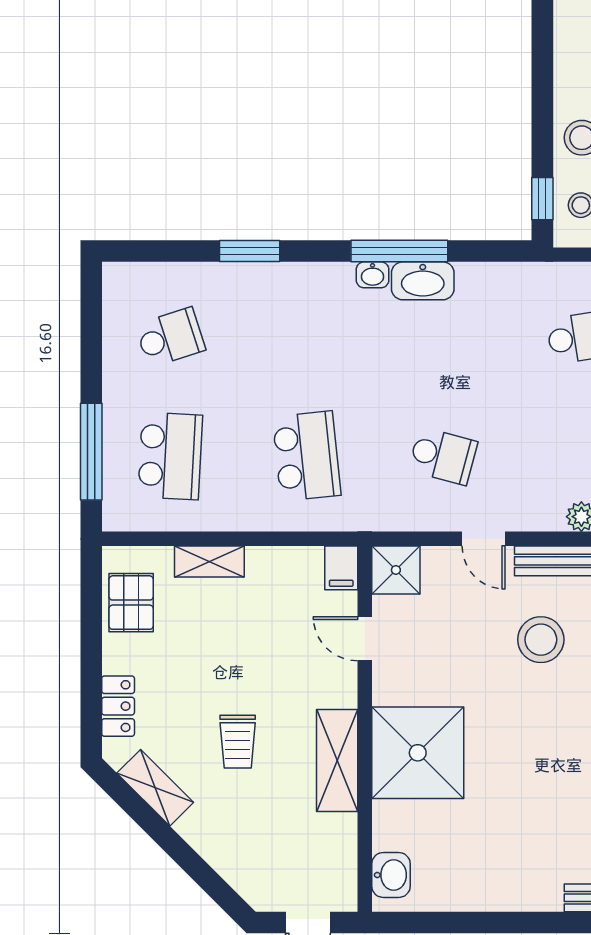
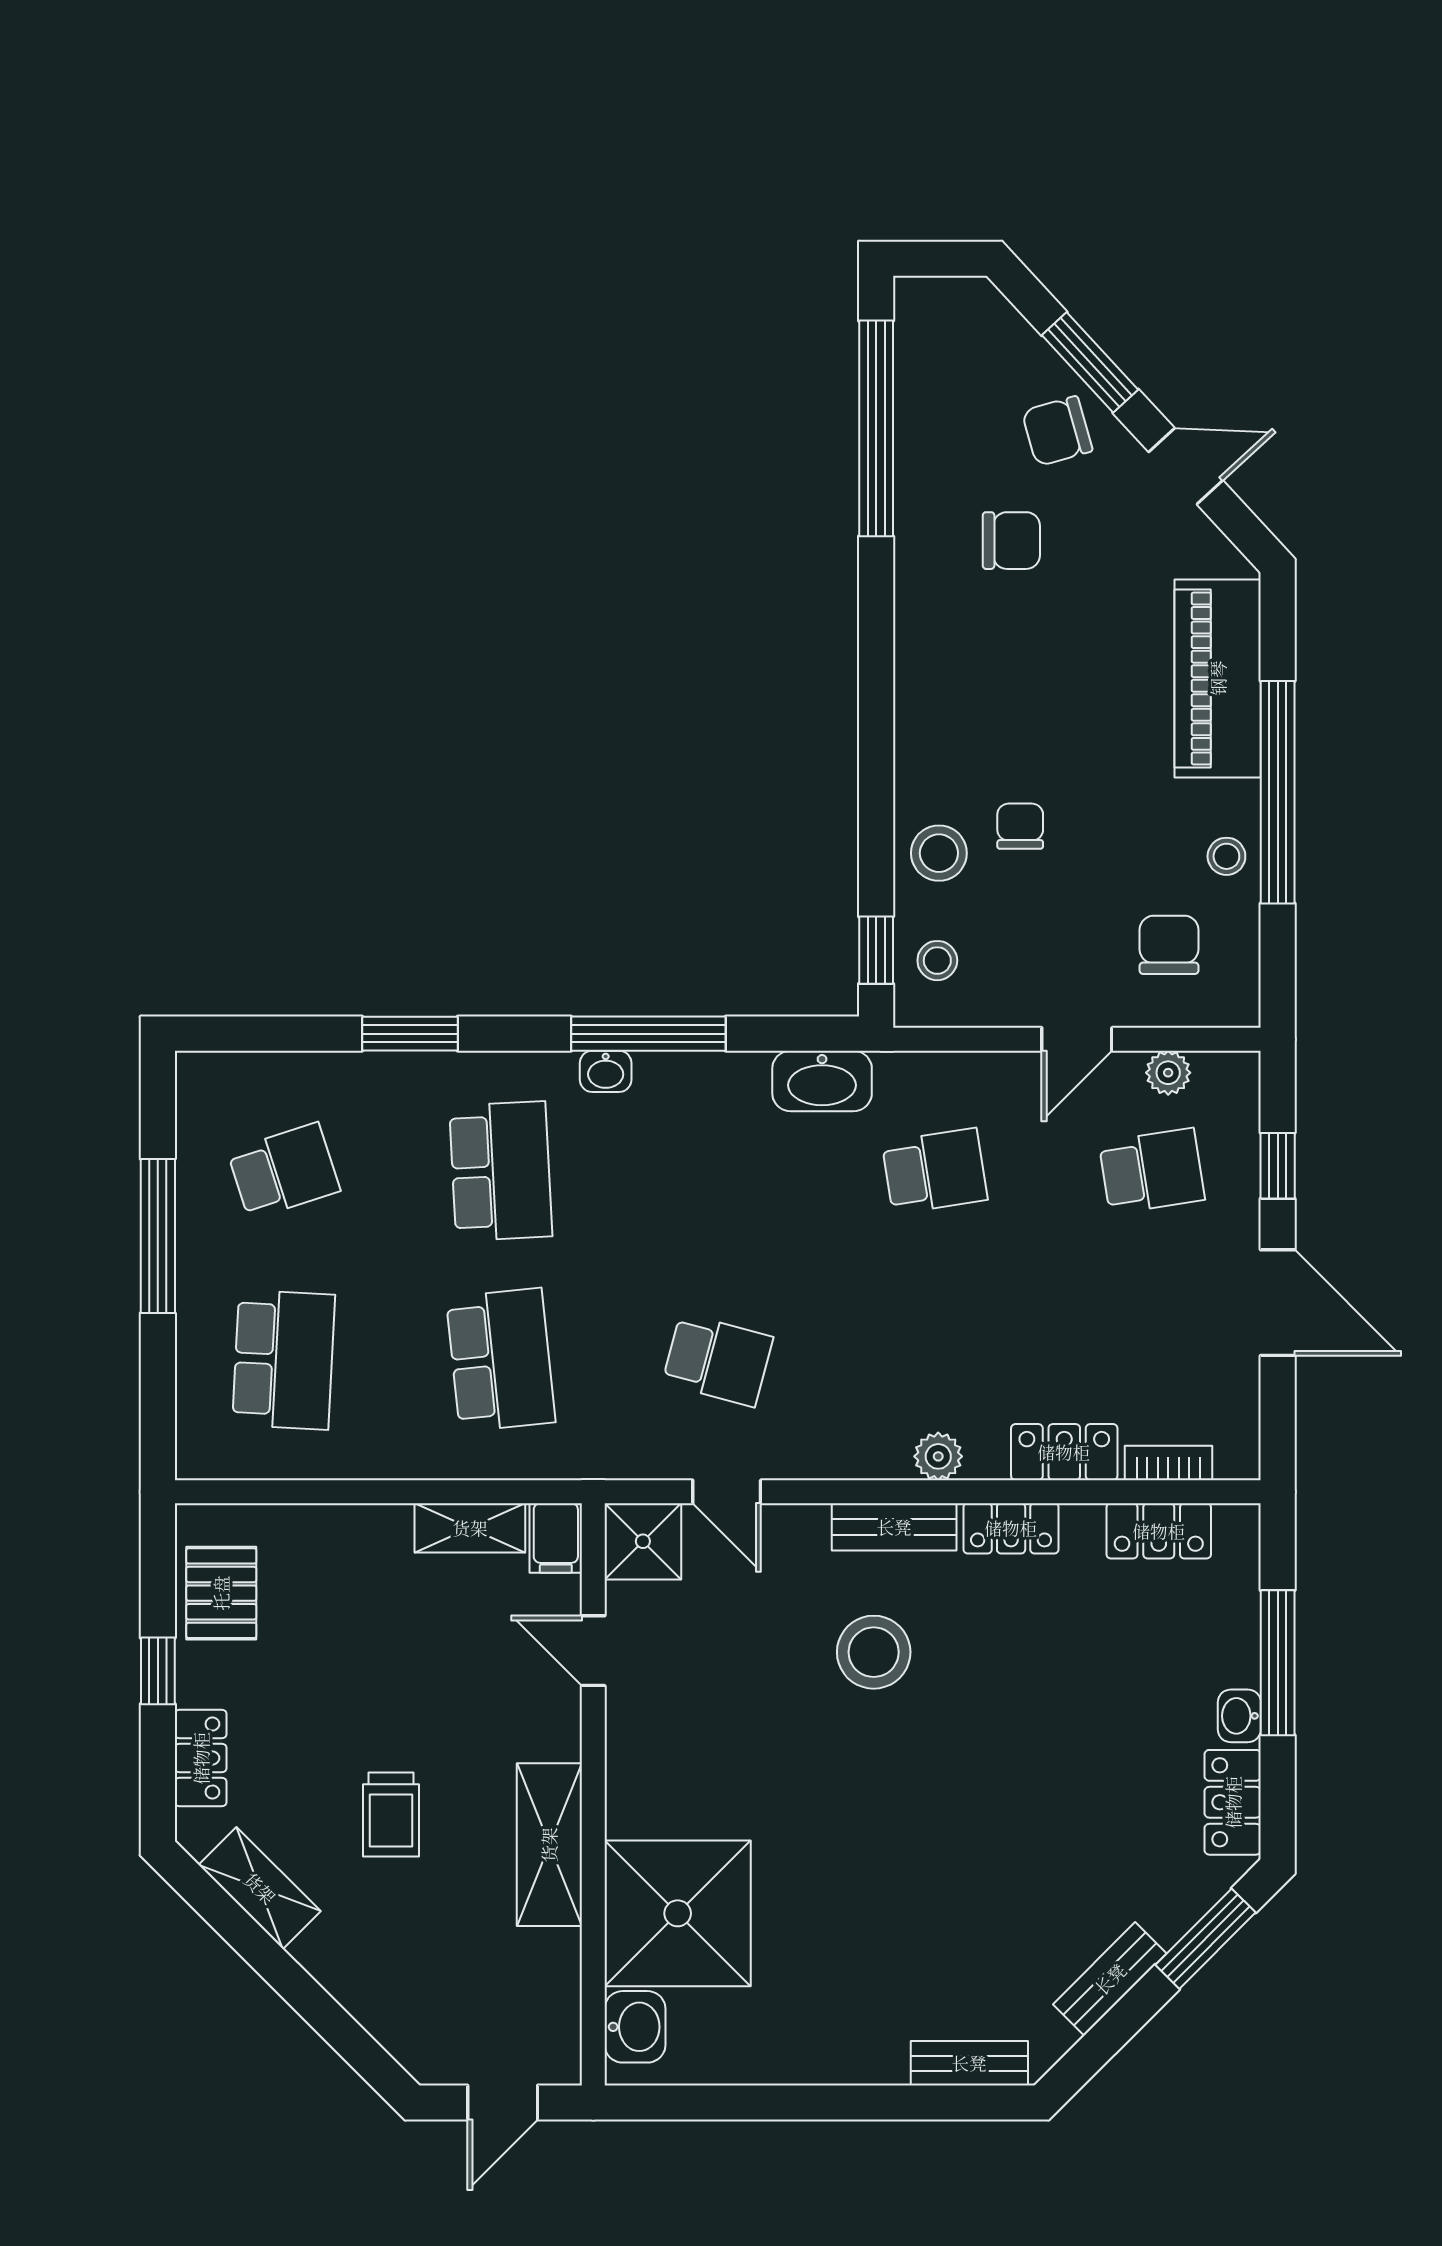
washbasin: (423, 281) -> (822, 1081), moved
school desk: (307, 337) -> (501, 1171), added
window: (91, 452) -> (158, 1236), moved
door: (484, 539) -> (727, 1492), moved
shelving: (209, 562) -> (470, 1528), moved
window: (91, 651) -> (158, 1671), added
shower: (418, 753) -> (678, 1913), moved

